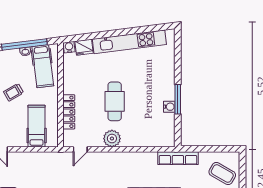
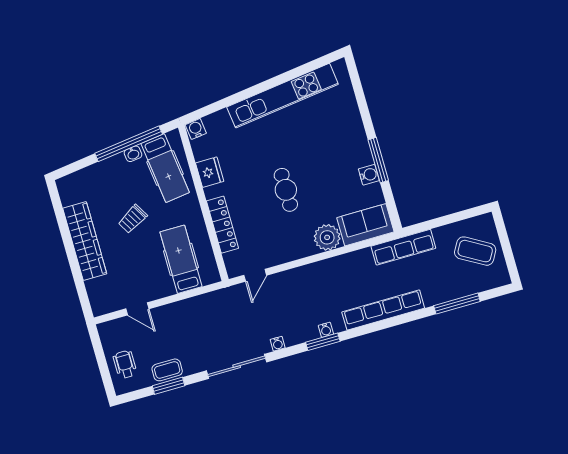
fridge: (84, 47) -> (210, 172), moved, turned -83
cafe table: (115, 101) -> (286, 190), width x0.73, depth x0.74
sofa: (158, 137) -> (365, 225), added
plant: (112, 139) -> (327, 237), moved

